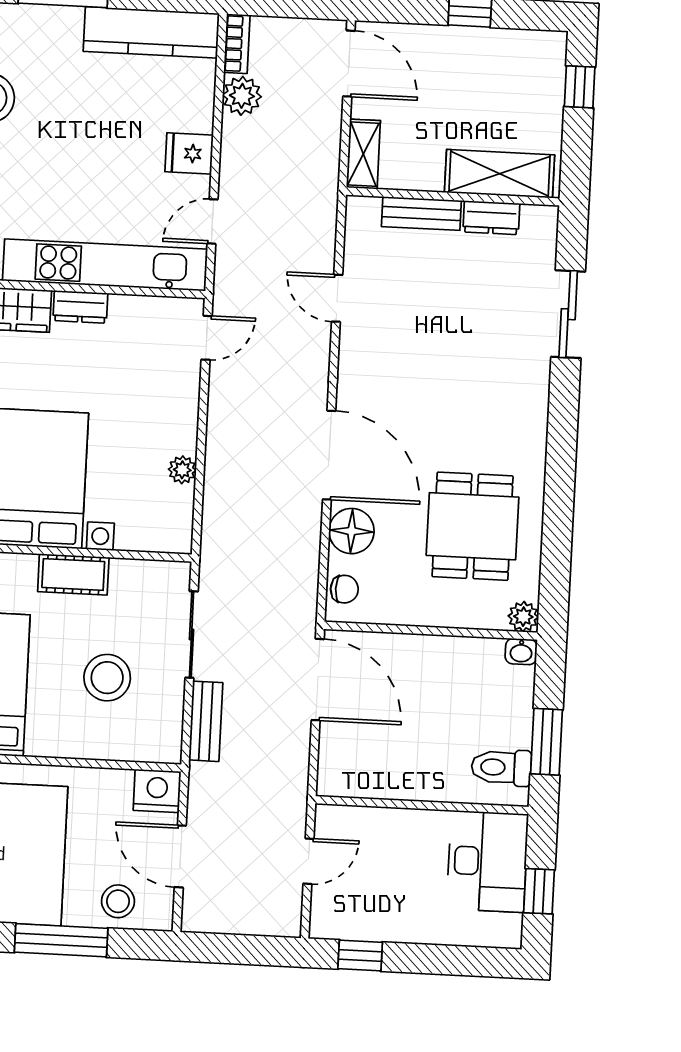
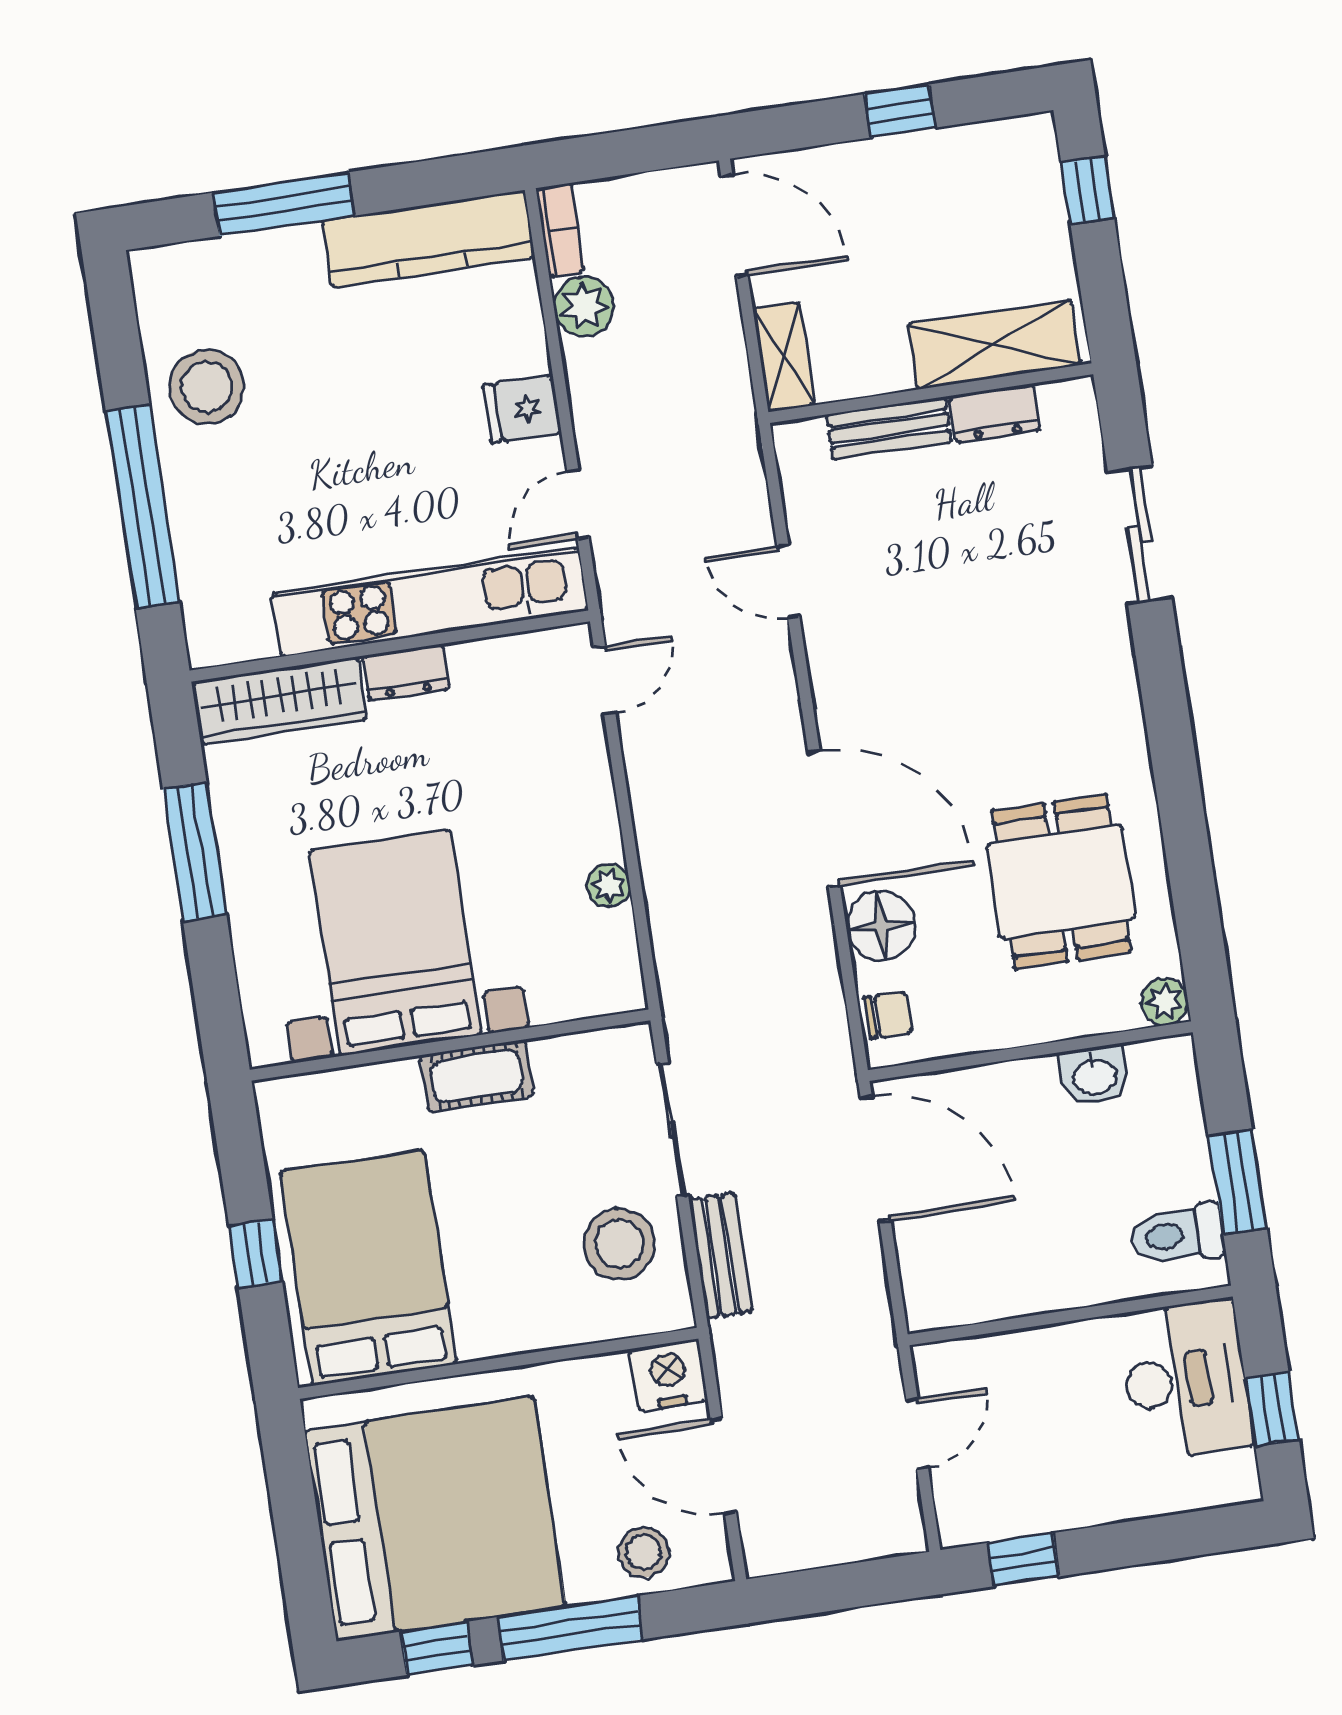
washbasin: (521, 652) -> (1094, 1075), moved, width x1.38, depth x1.45
stool: (107, 678) -> (619, 1244), moved

